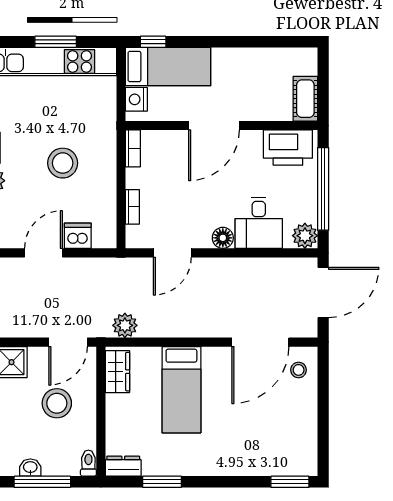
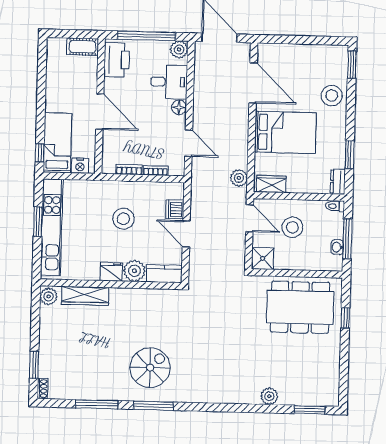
bookcase: (133, 148) -> (129, 169), moved
stool: (299, 370) -> (332, 96), moved, width x1.89, depth x1.89
bed: (181, 390) -> (285, 132), width x1.50

